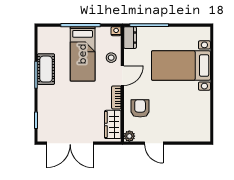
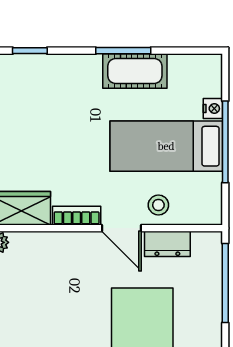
nightstand: (116, 31) -> (213, 109), moved
dresser: (130, 38) -> (167, 244), moved
armchair: (140, 108) -> (54, 264), removed

